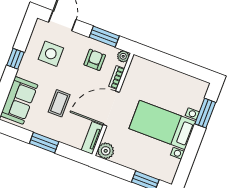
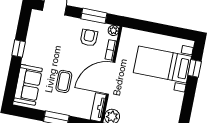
side table: (51, 54) -> (49, 39), removed
window: (205, 113) -> (195, 68), width x0.67
bed with nightstands: (162, 125) -> (162, 65), moved

